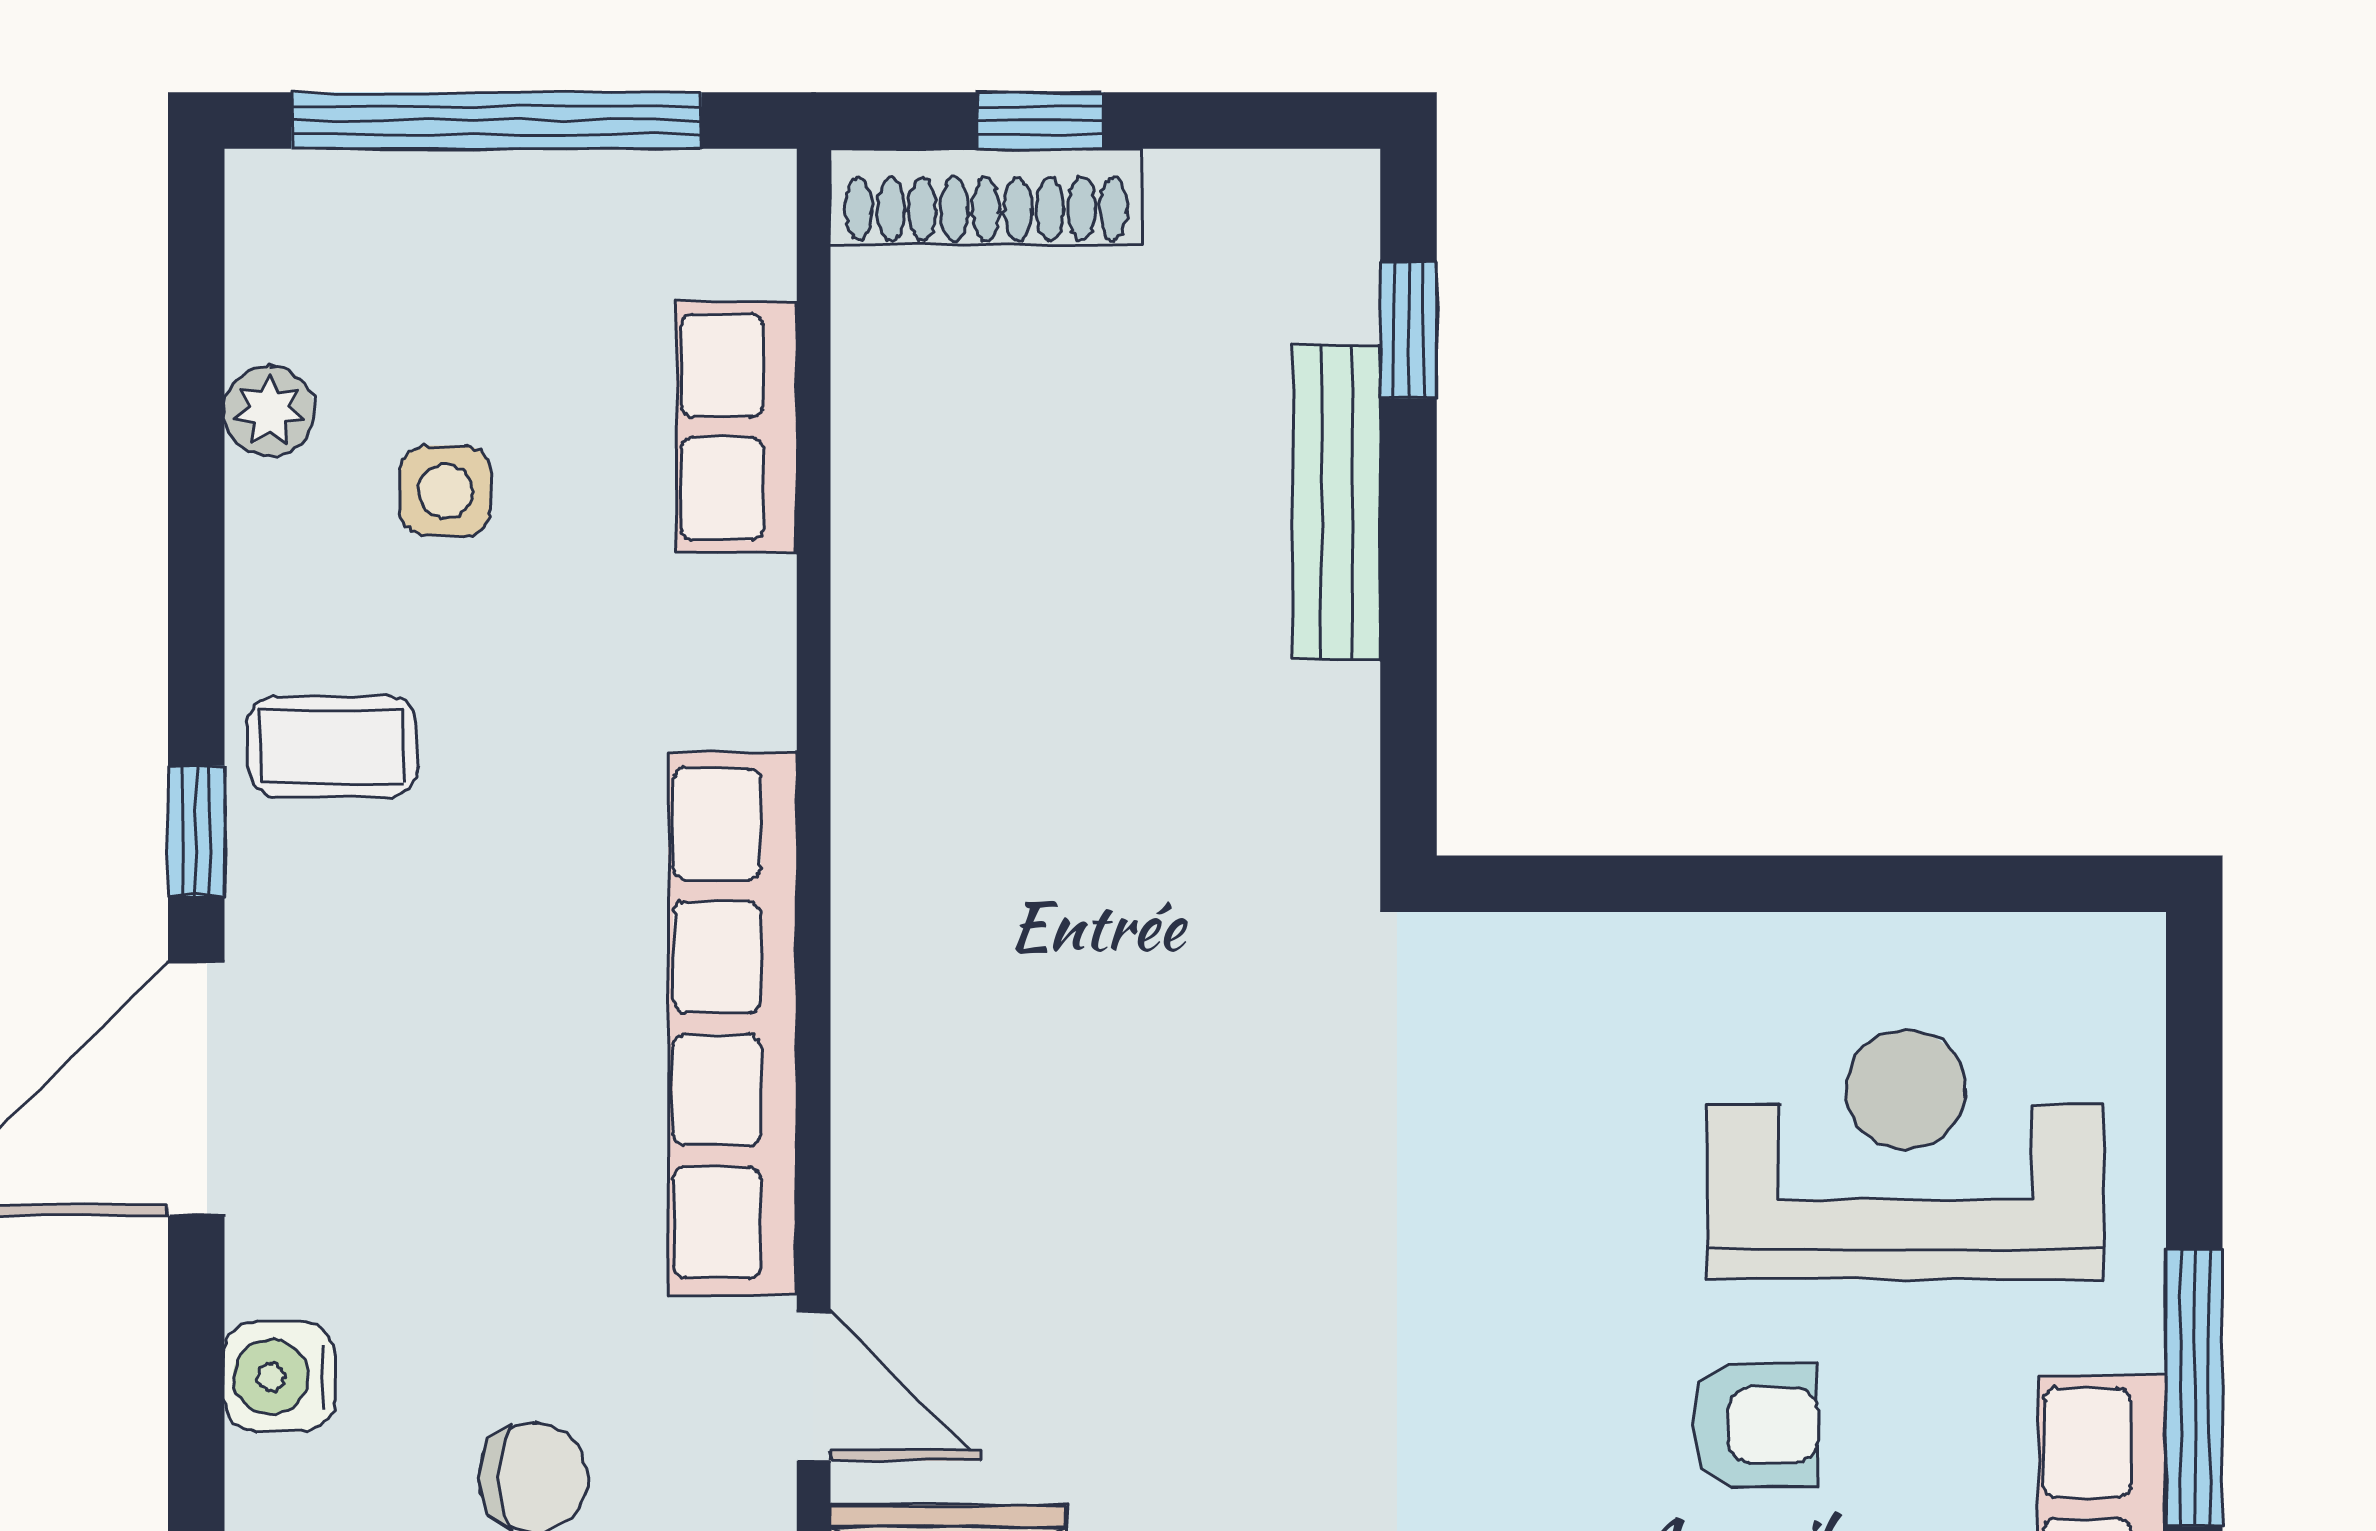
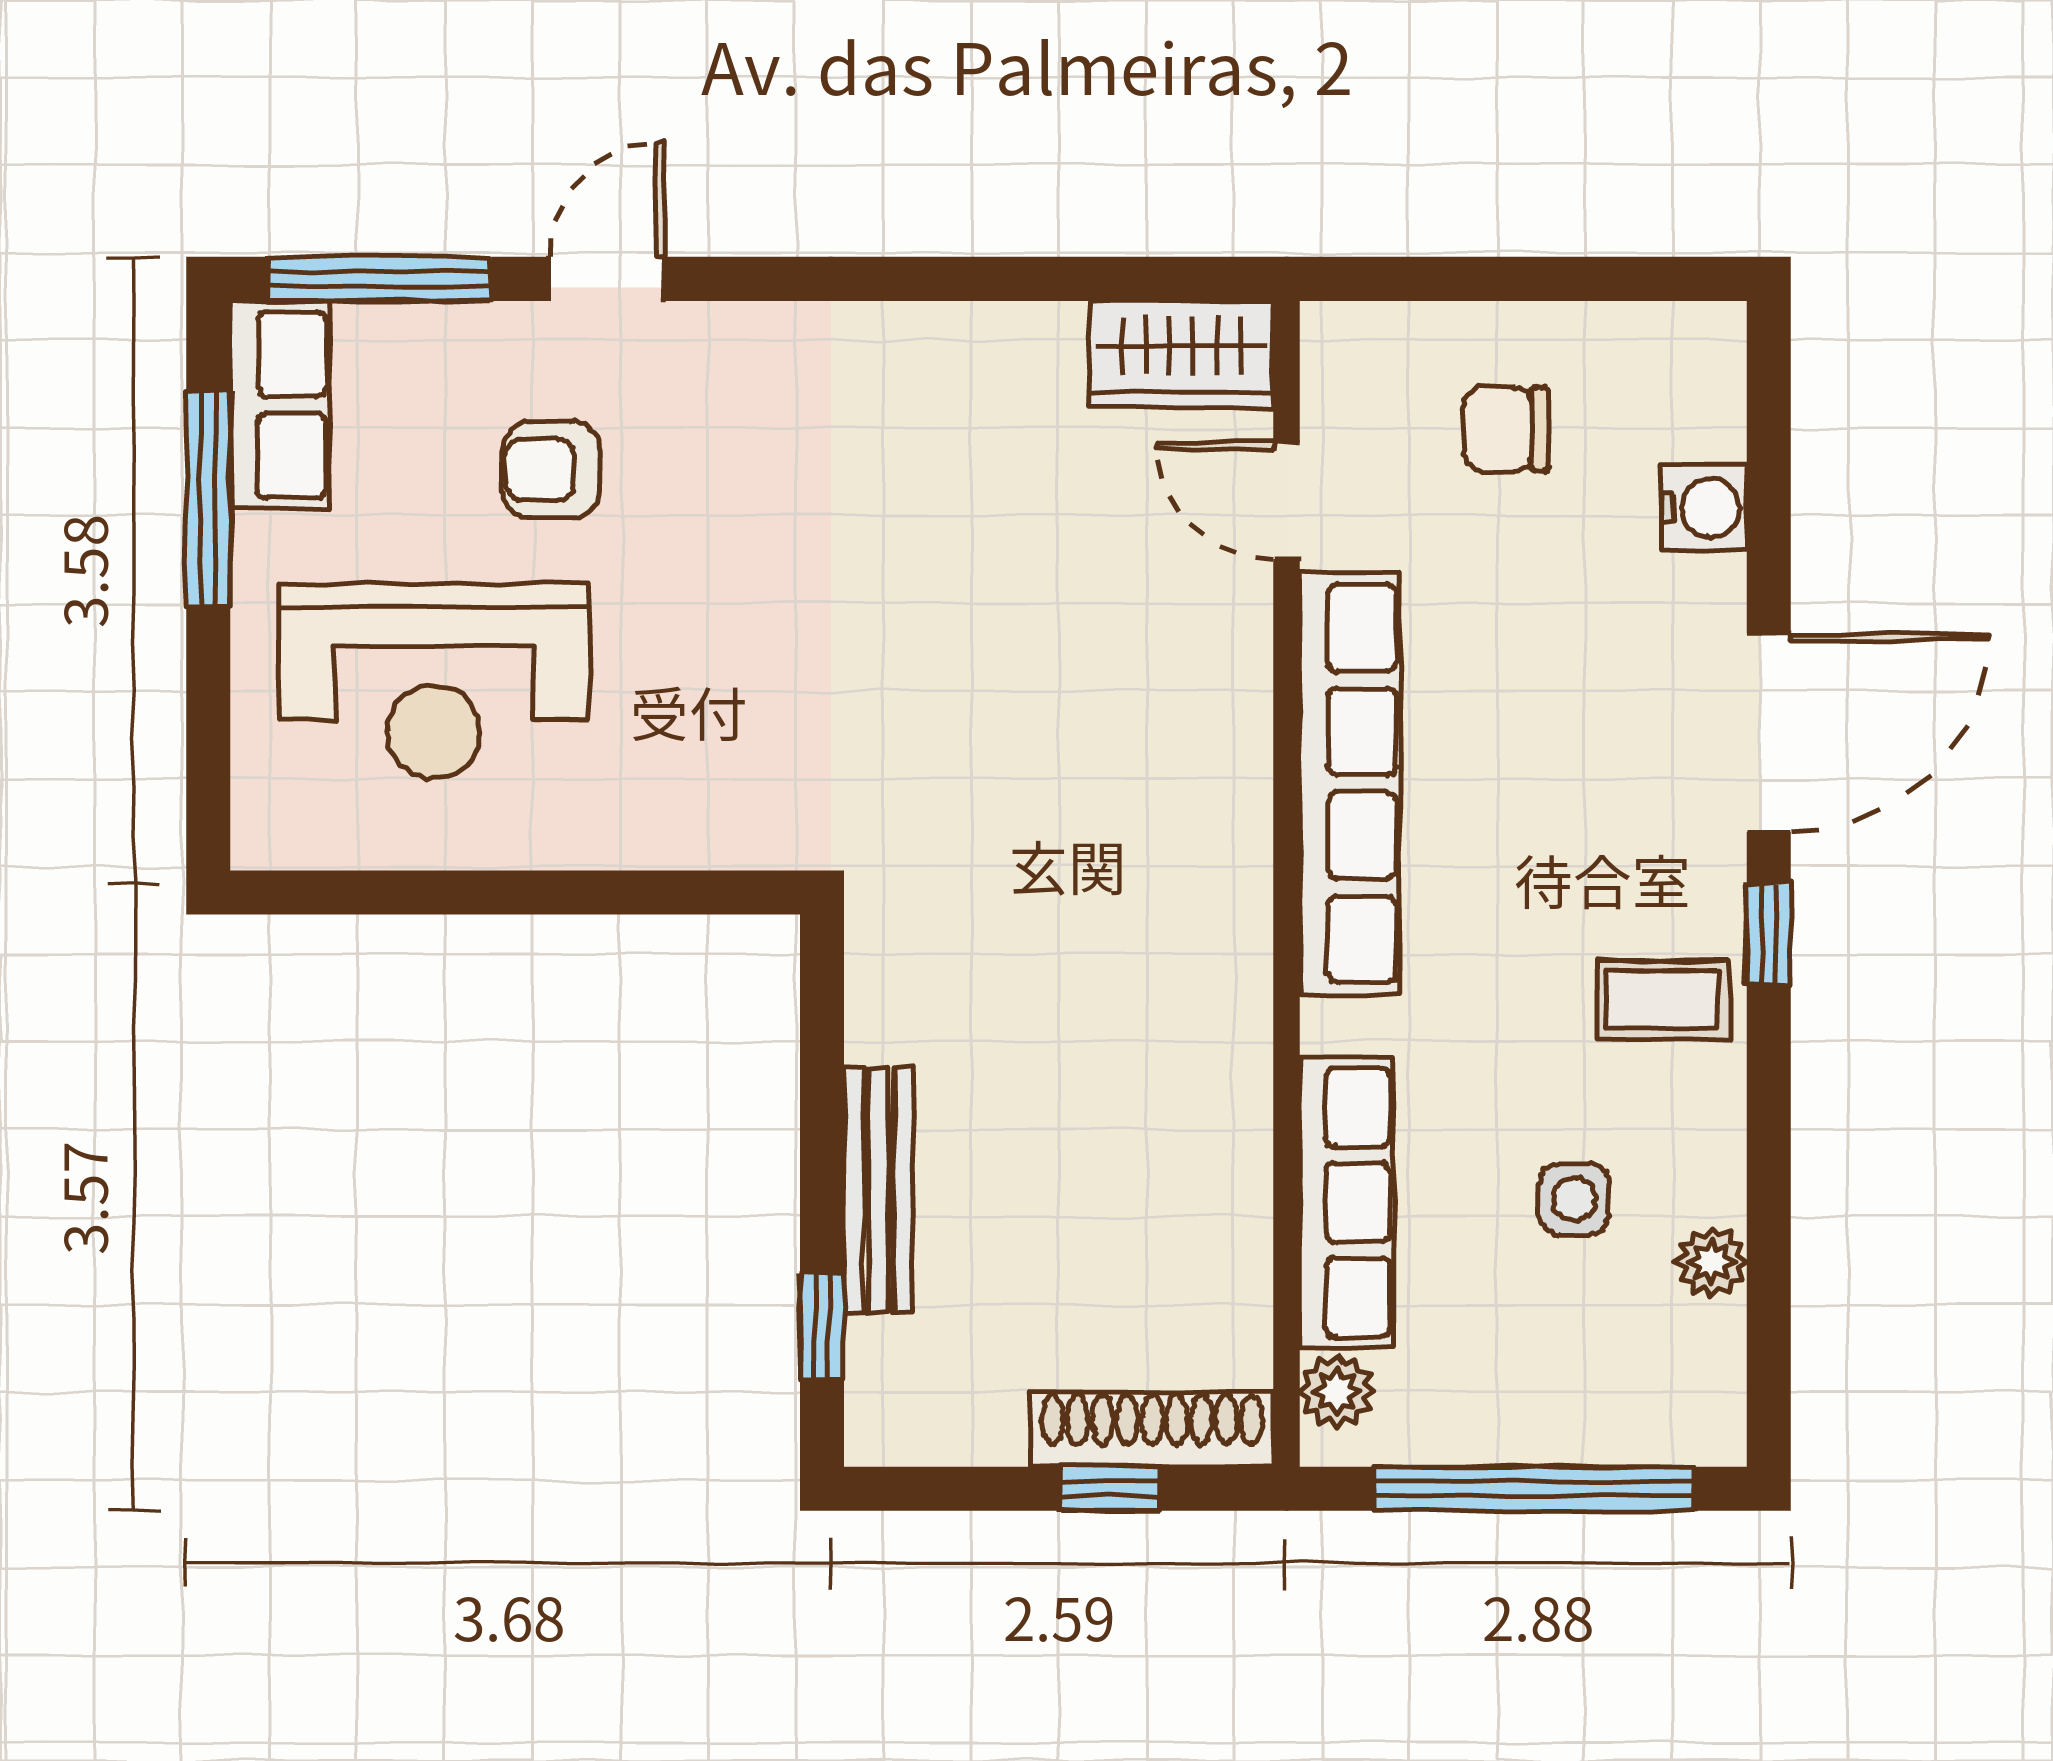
plant: (749, 245) -> (1337, 1392), added
row of seats: (737, 427) -> (1347, 1202), width x1.48

